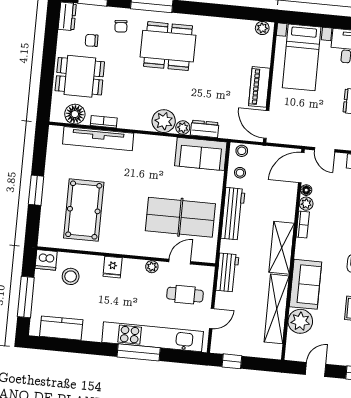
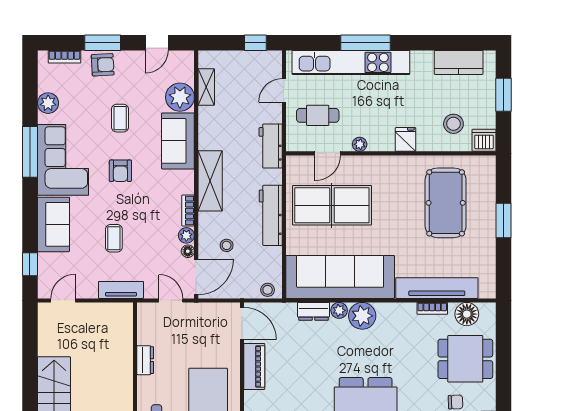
sofa: (201, 154) -> (340, 277), width x1.85, depth x1.27
stool: (240, 173) -> (227, 245), moved
window: (26, 297) -> (504, 95), width x0.69
shelving: (277, 309) -> (206, 87), width x0.45, depth x0.75

